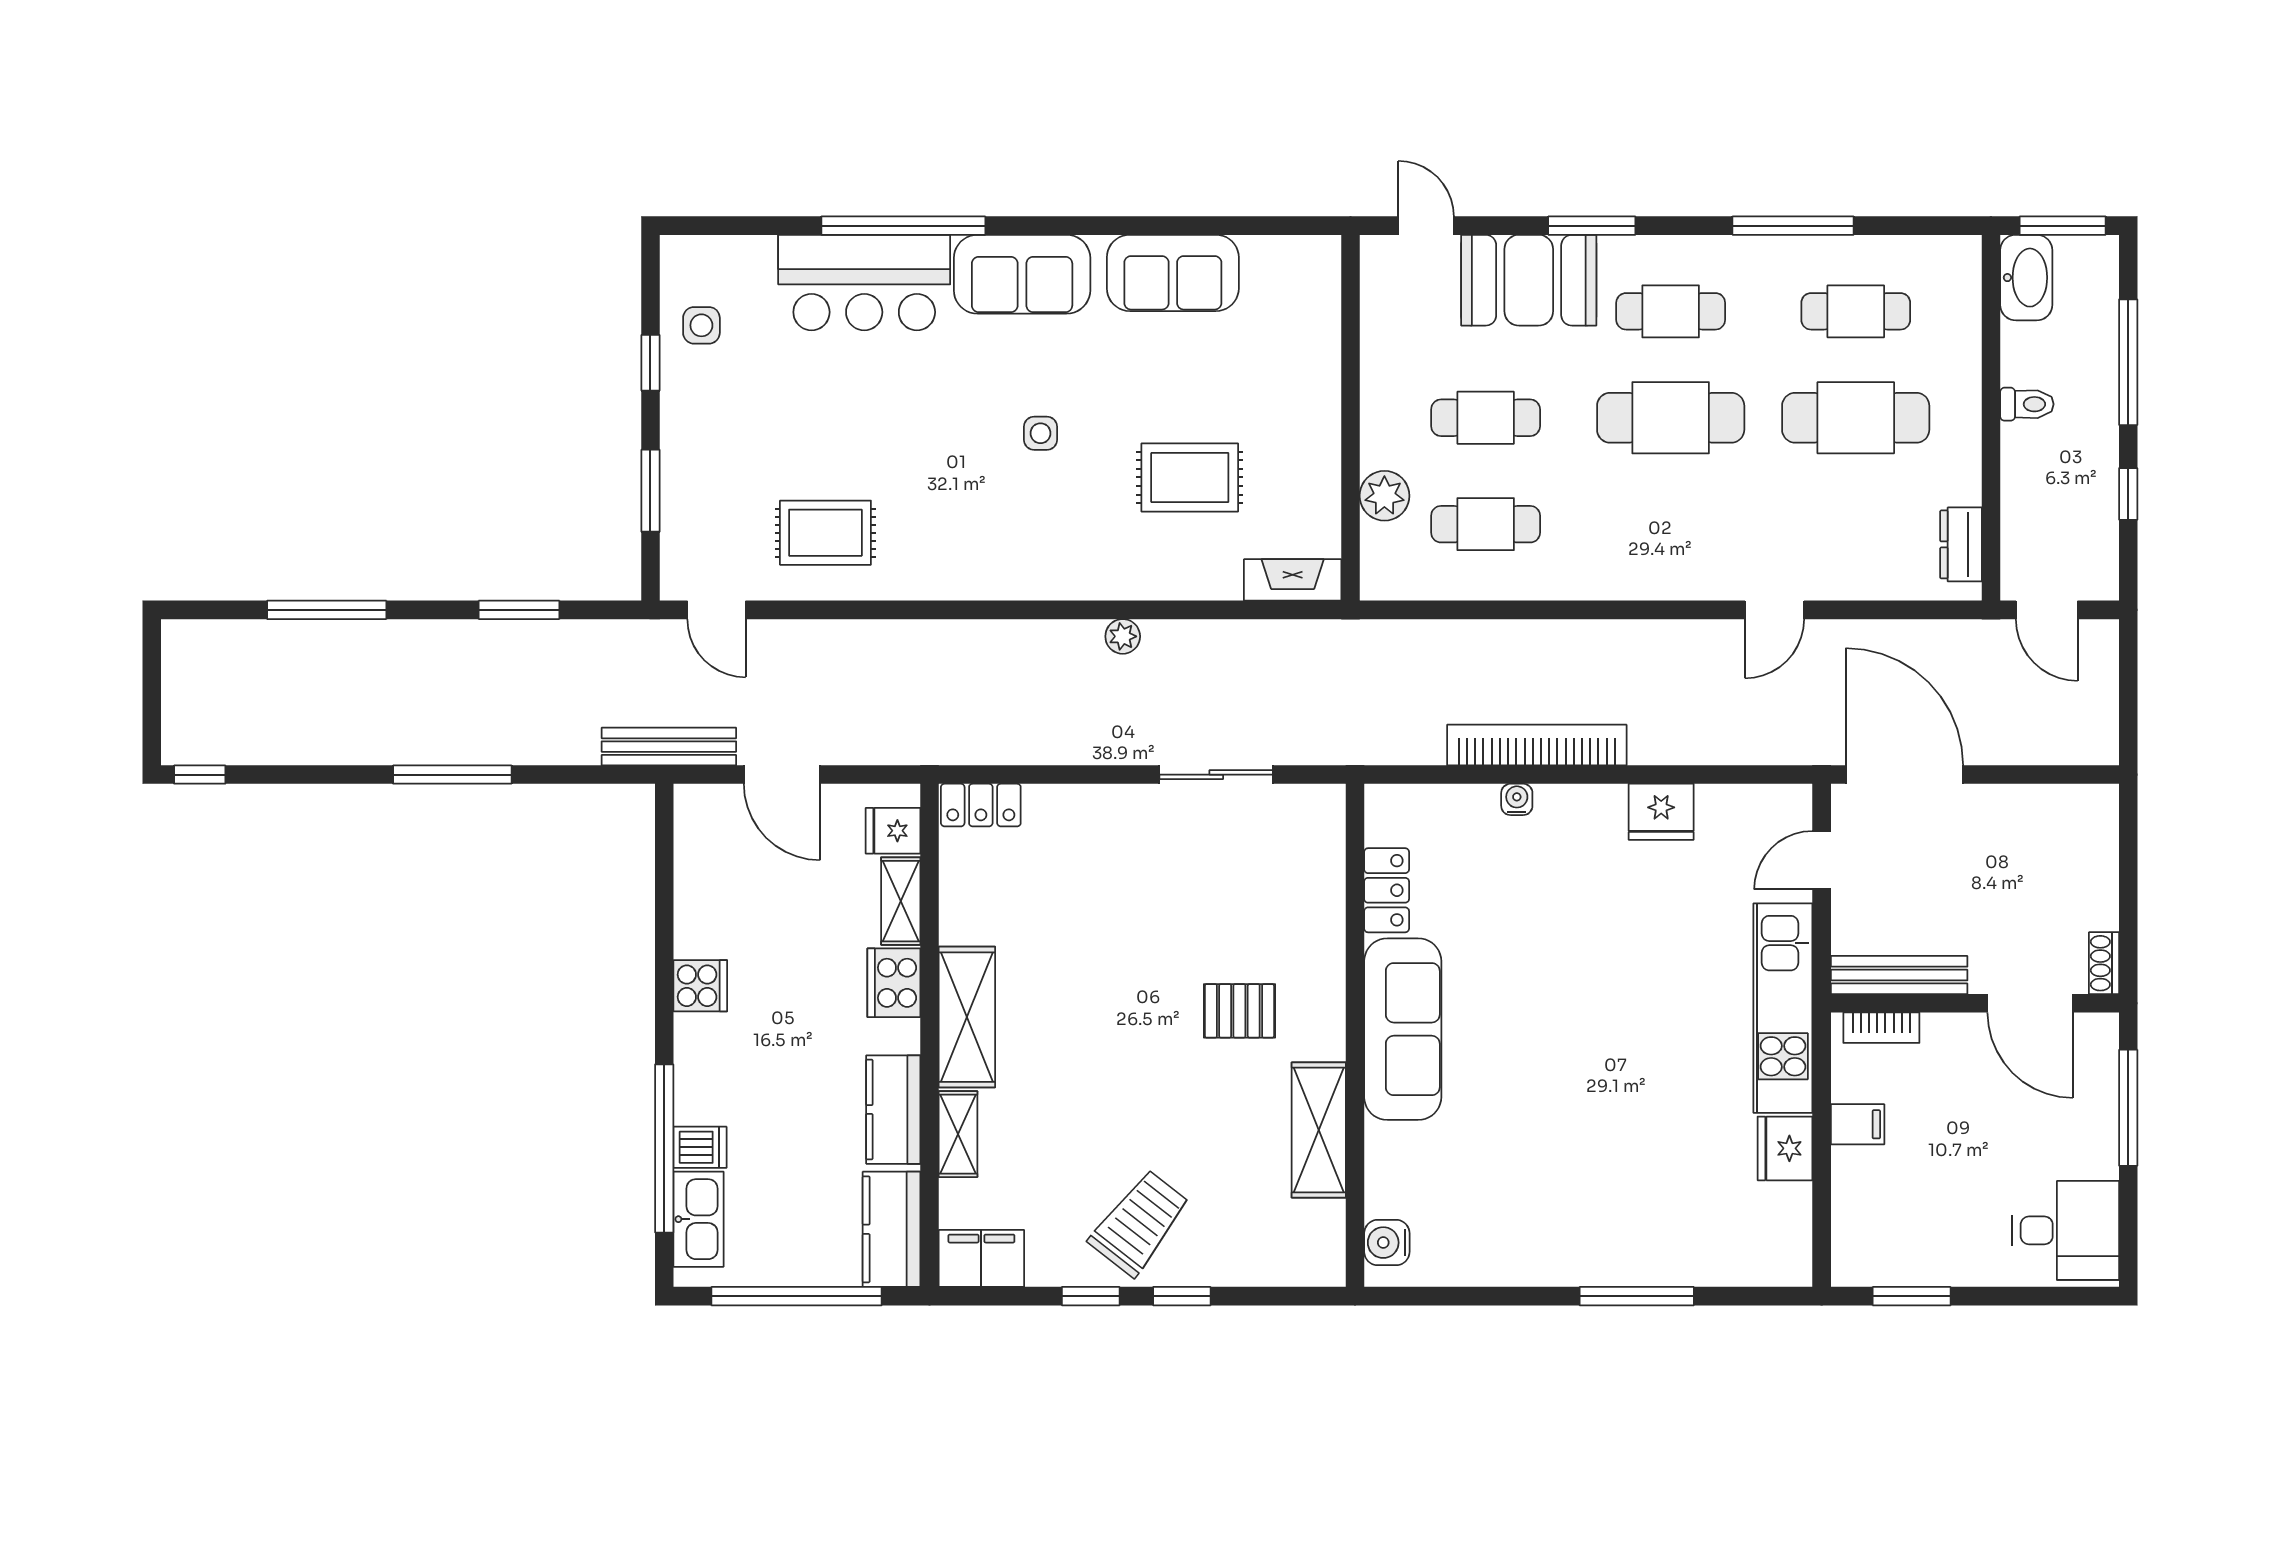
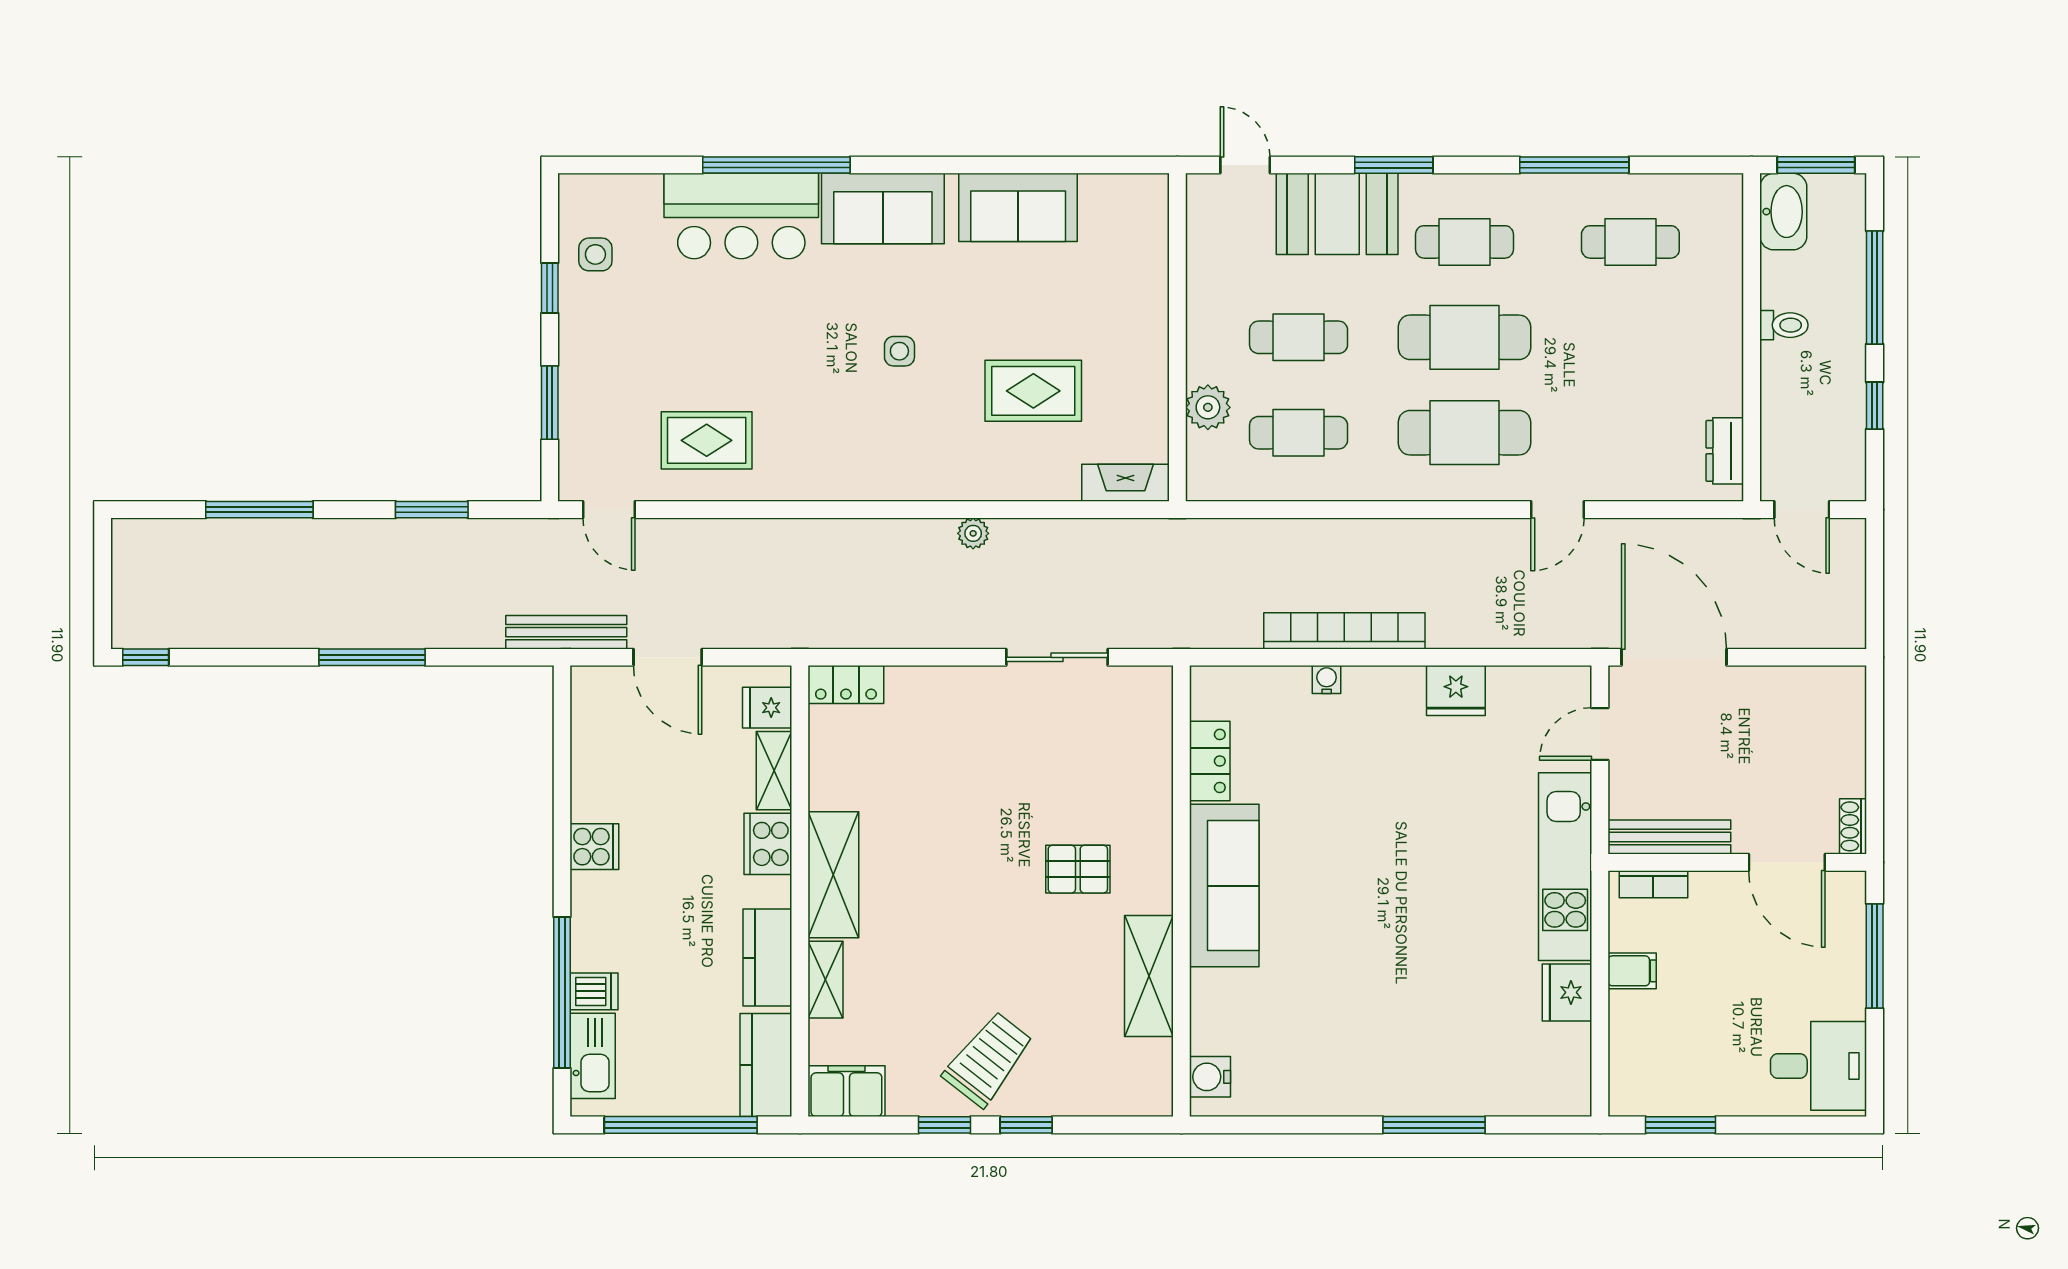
cafe table: (1856, 418) -> (1464, 433), moved

